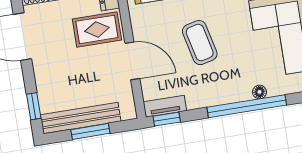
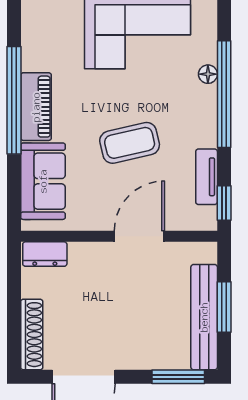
rug: (97, 29) -> (90, 276), removed
window: (34, 106) -> (178, 377), width x1.50
tv unit: (165, 106) -> (207, 177), moved

